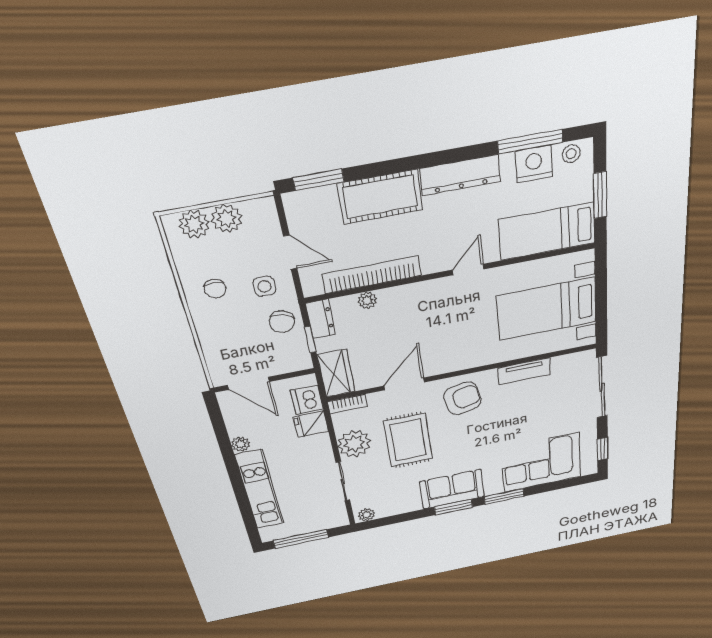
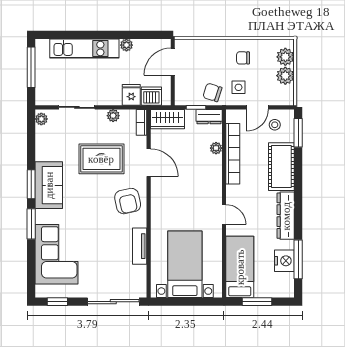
stool: (571, 154) -> (275, 125), moved
plant: (354, 444) -> (113, 116), width x0.53, depth x0.53

